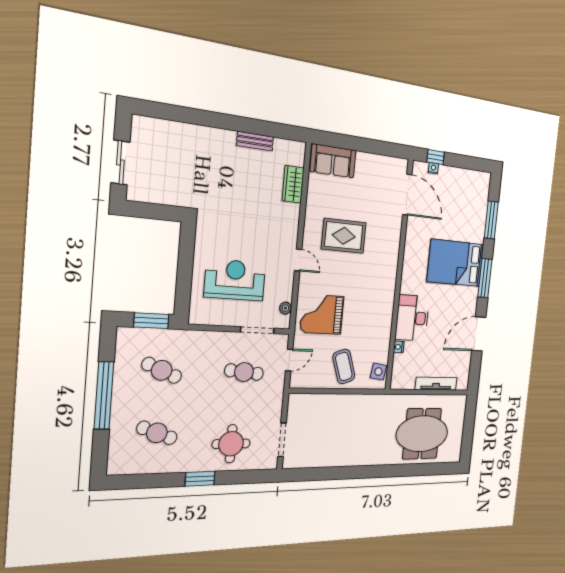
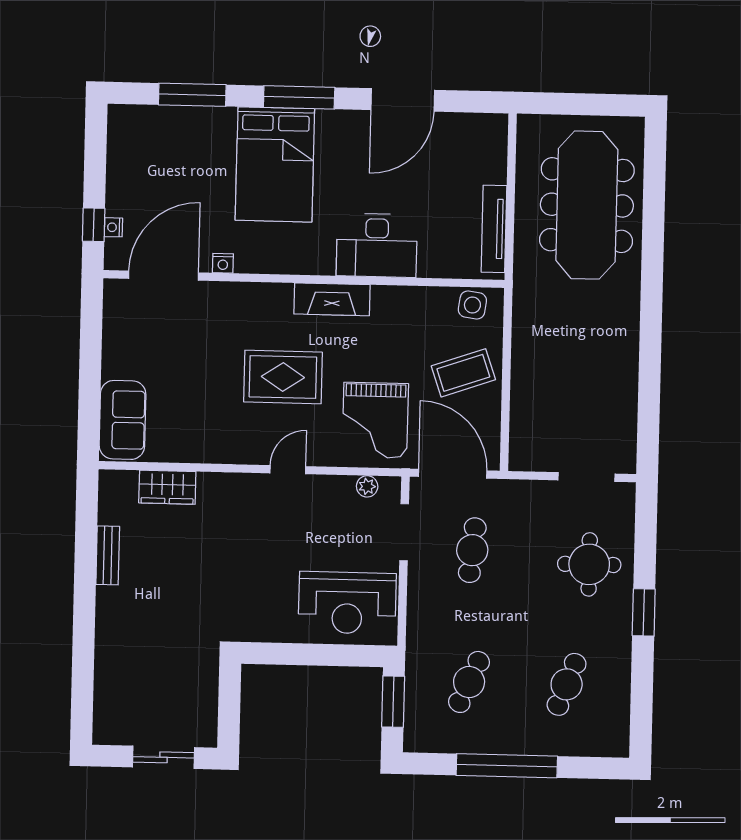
rug: (344, 236) -> (283, 377), moved, turned 90
reception desk: (235, 280) -> (347, 603), moved, turned -90
fireplace: (388, 291) -> (332, 299), added
door: (479, 334) -> (403, 100), hinge flipped
nightstand: (399, 347) -> (223, 263), moved
door: (289, 360) -> (453, 474), width x1.87
tv unit: (436, 384) -> (494, 229), moved
meeting table: (422, 434) -> (587, 205), width x1.36

